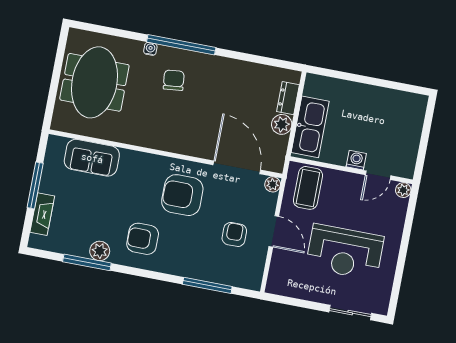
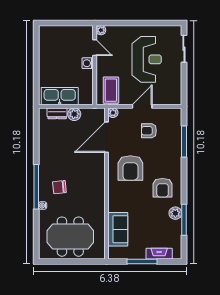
kitchen sink: (310, 127) -> (60, 96), moved
coffee table: (308, 188) -> (111, 90), turned 90

